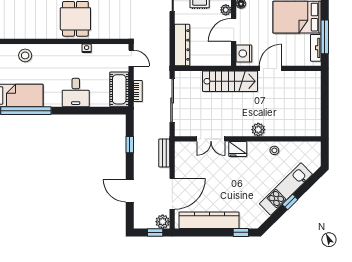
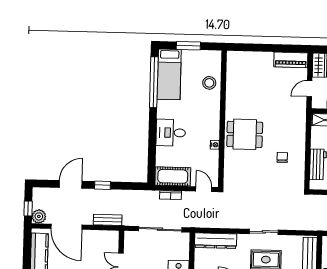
door: (131, 58) -> (204, 189), swing flipped
window: (130, 145) -> (103, 185), moved

